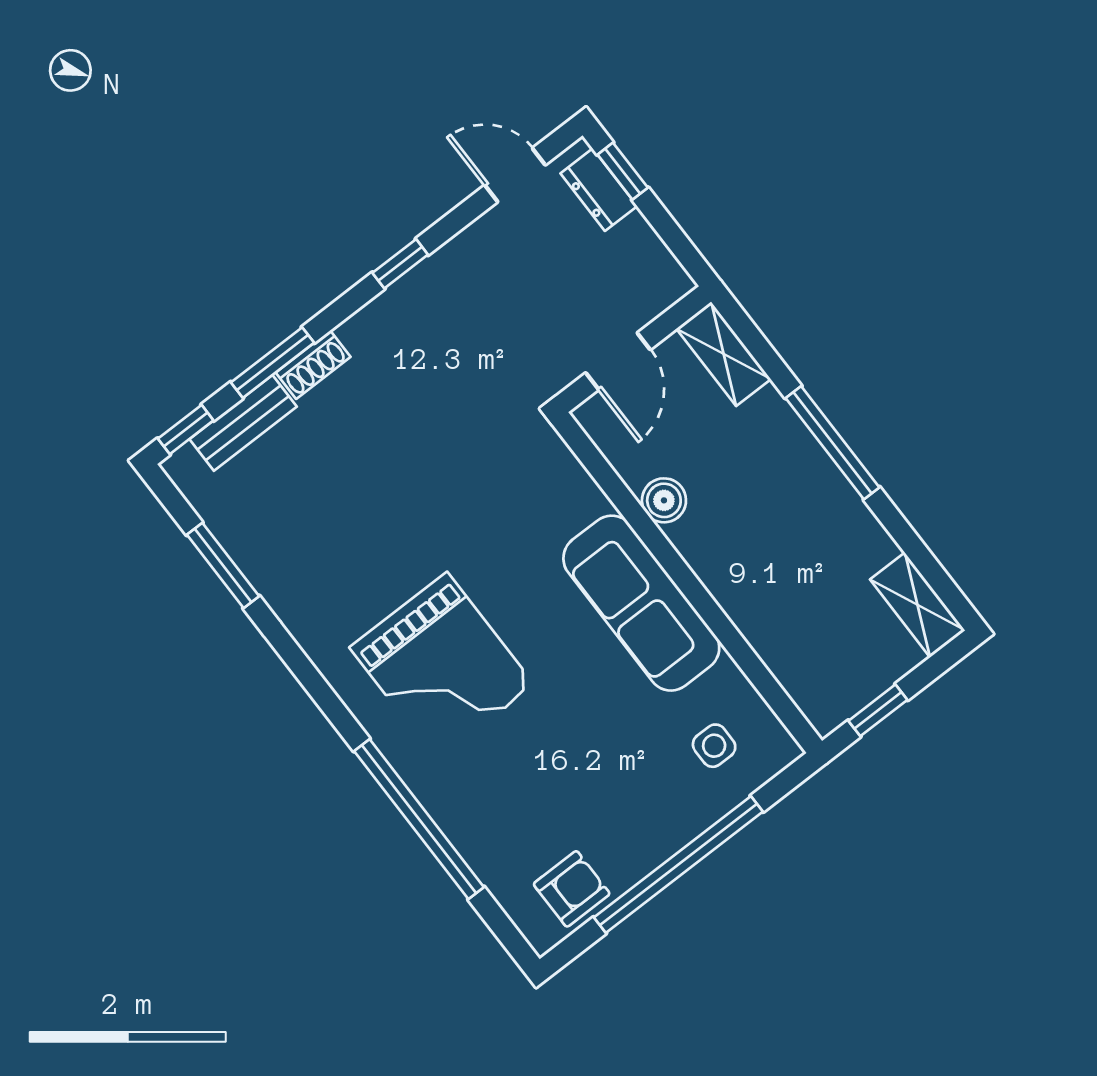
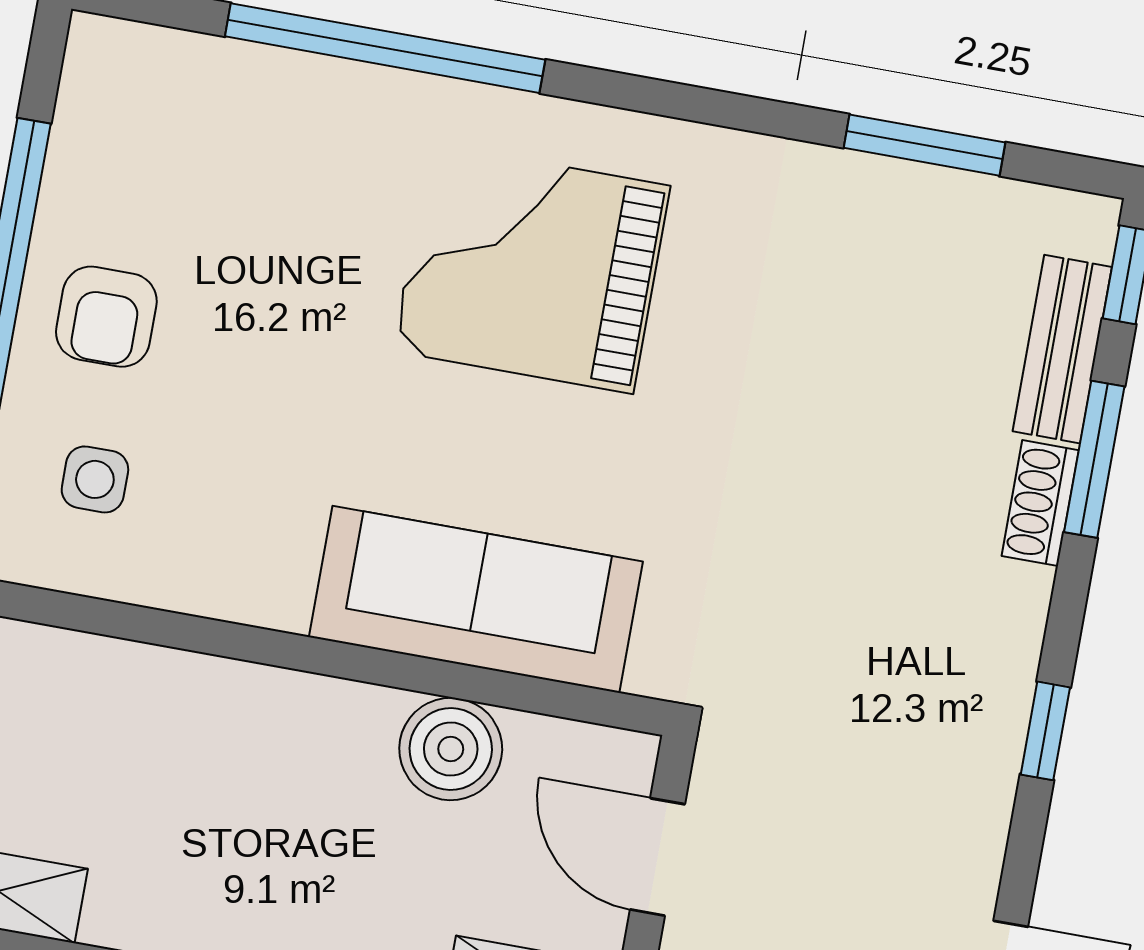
boiler: (664, 500) -> (451, 749), width x1.36, depth x1.36
sofa: (641, 603) -> (476, 599), moved
armchair: (572, 889) -> (106, 317), moved

